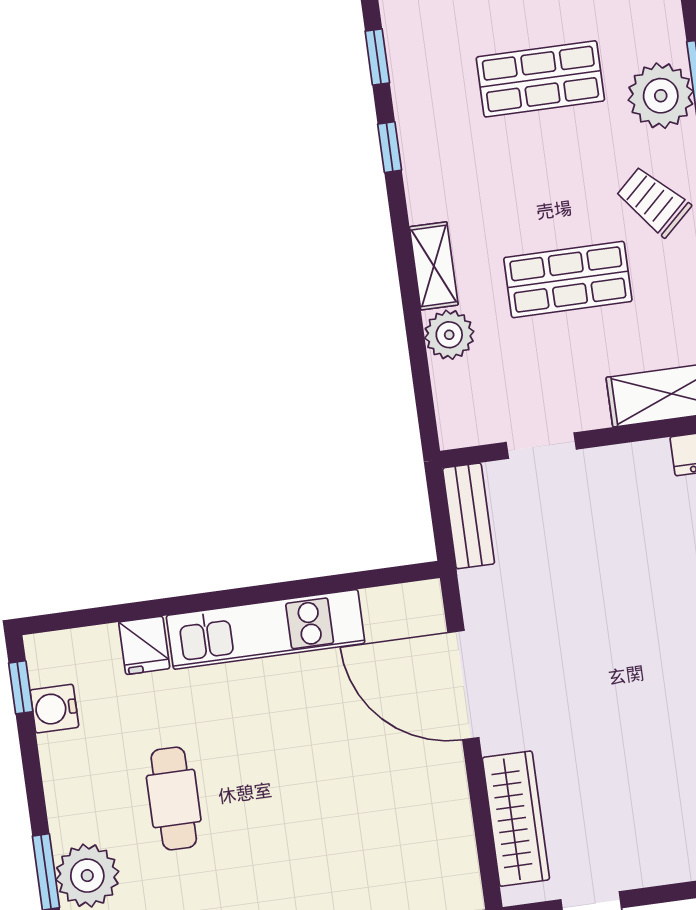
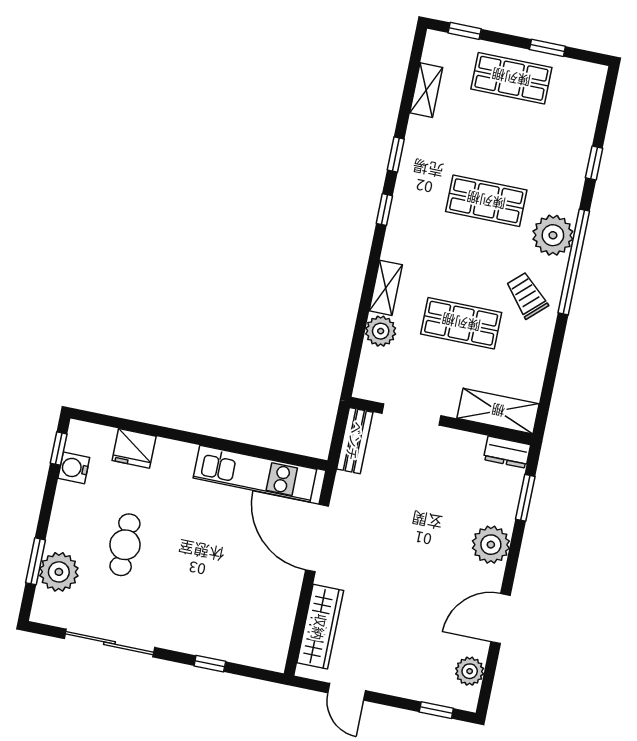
doorway: (541, 446) -> (411, 415), width x1.38
kitchen unit: (266, 629) -> (255, 474), moved
fridge: (144, 645) -> (134, 448), width x1.38

